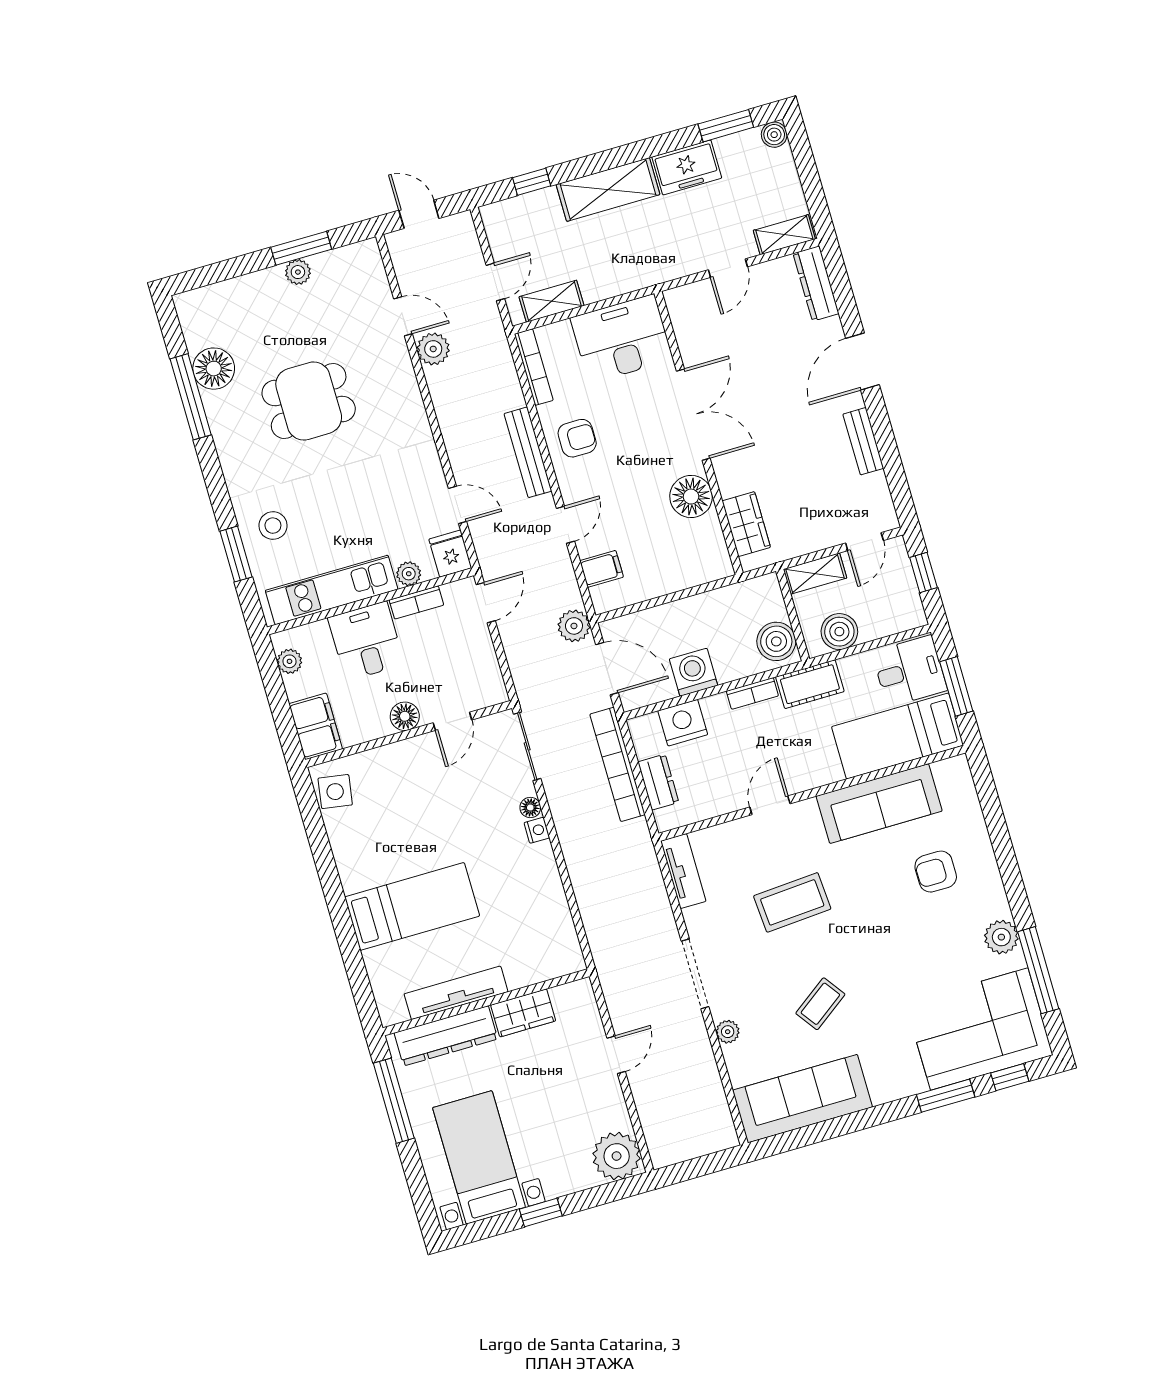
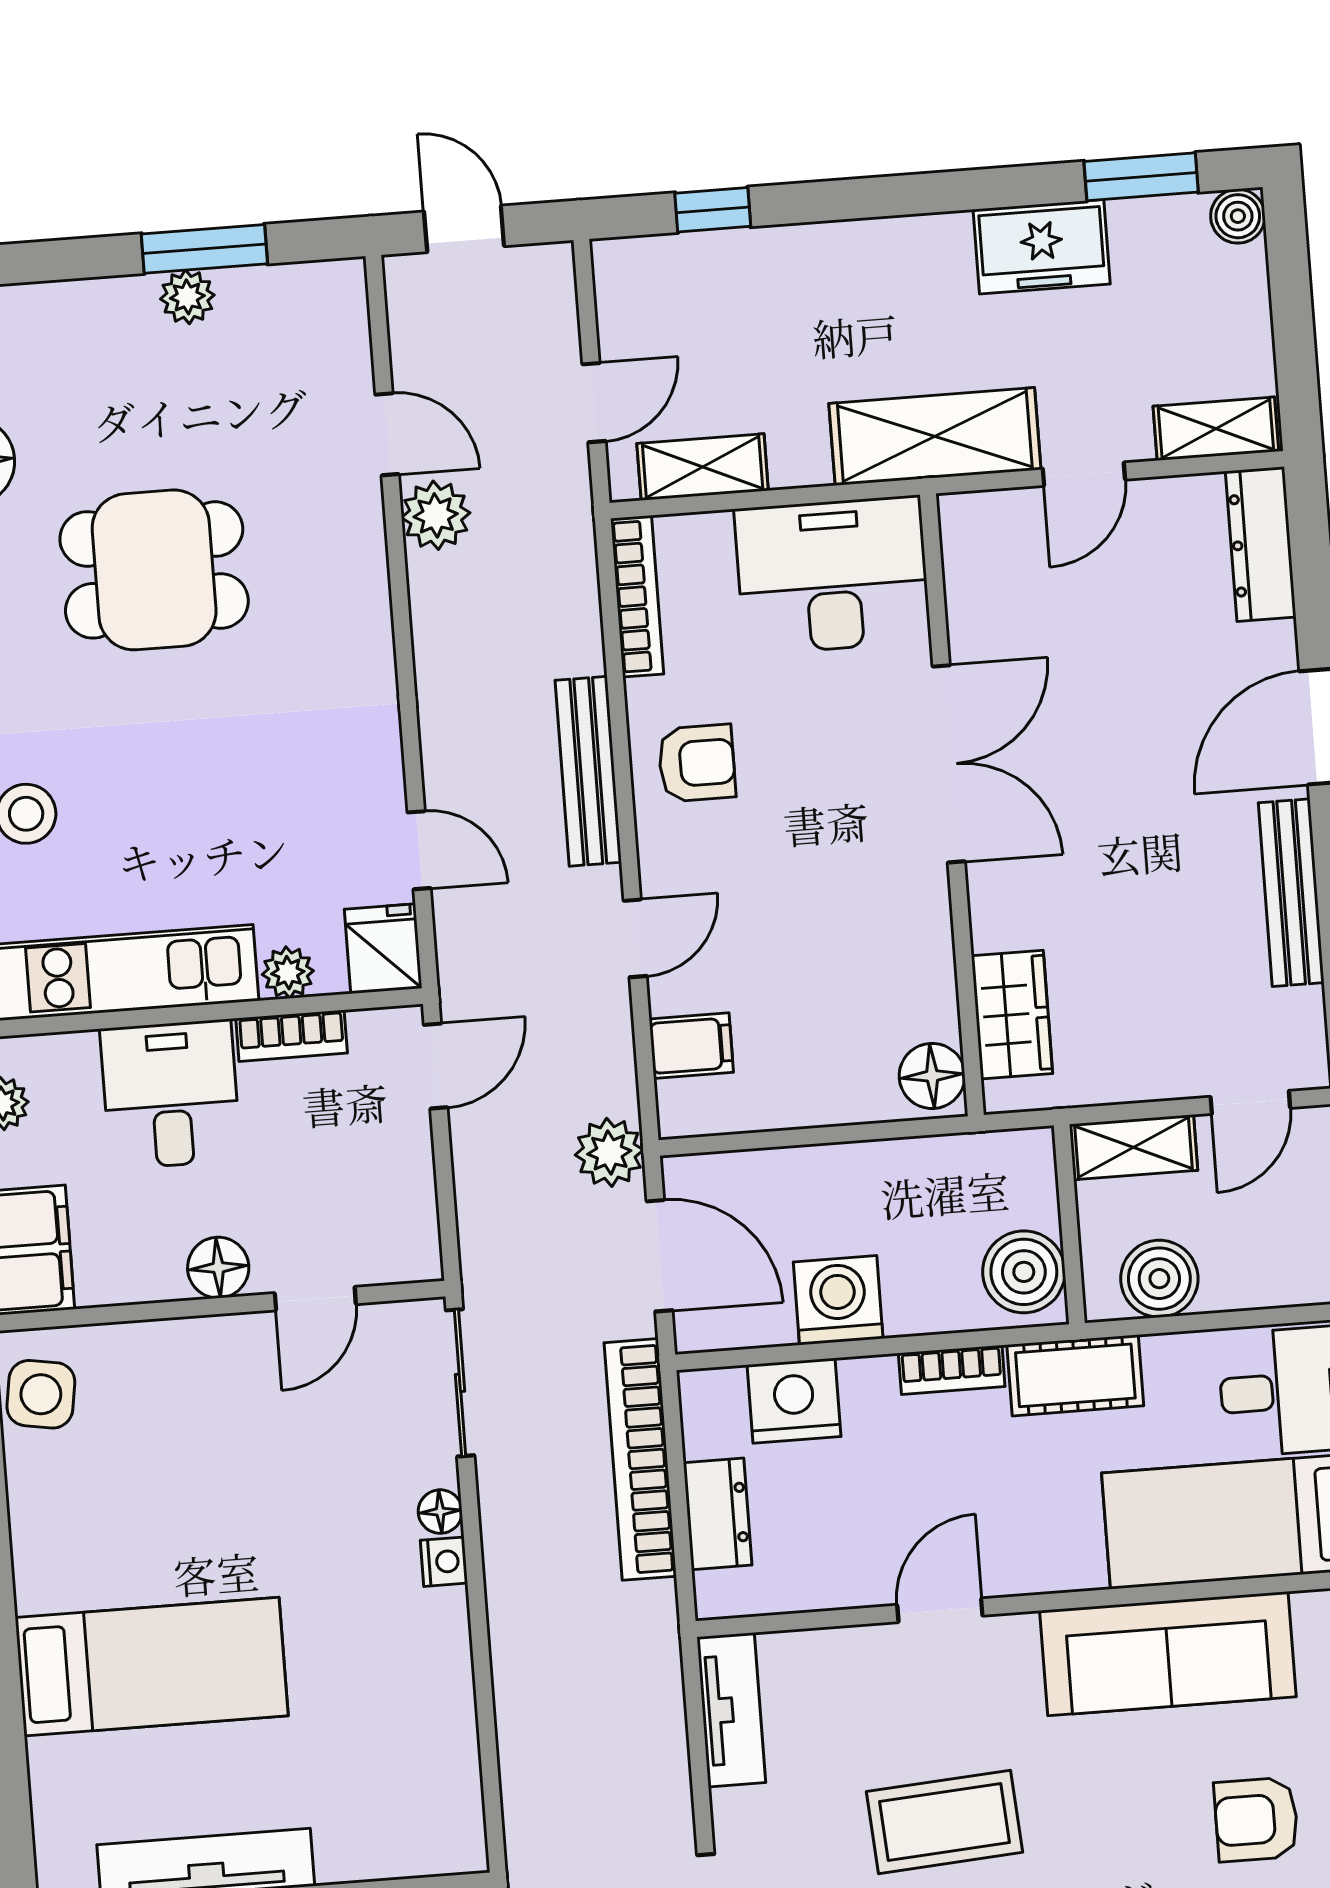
shelving: (608, 189) -> (935, 436), moved
bench: (863, 441) -> (1291, 893), width x1.36
floor lamp: (691, 497) -> (932, 1076), moved, width x0.73, depth x0.73

